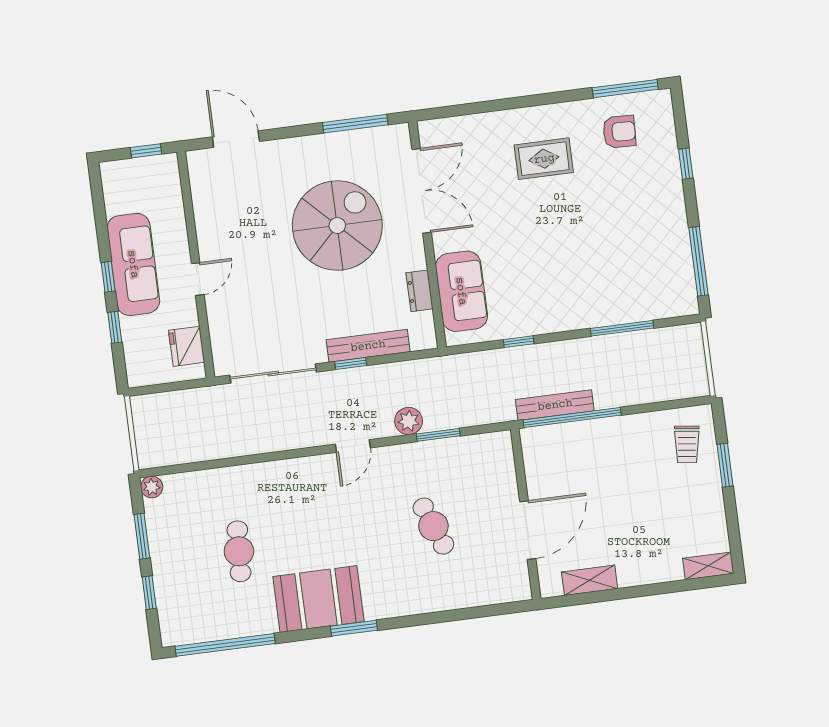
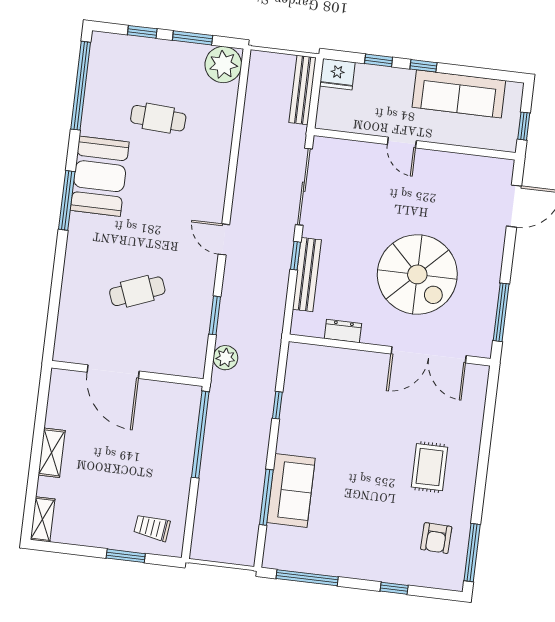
sofa: (133, 264) -> (459, 94), moved
sofa: (461, 291) -> (291, 490), moved, turned -90
fridge: (187, 346) -> (337, 74), moved, turned 180
bench: (555, 405) -> (303, 90), moved
plant: (409, 421) -> (225, 358), moved
plant: (152, 487) -> (223, 65), width x1.87, depth x1.87
shelving: (590, 580) -> (52, 453), moved
window: (354, 628) -> (67, 200), width x1.44

